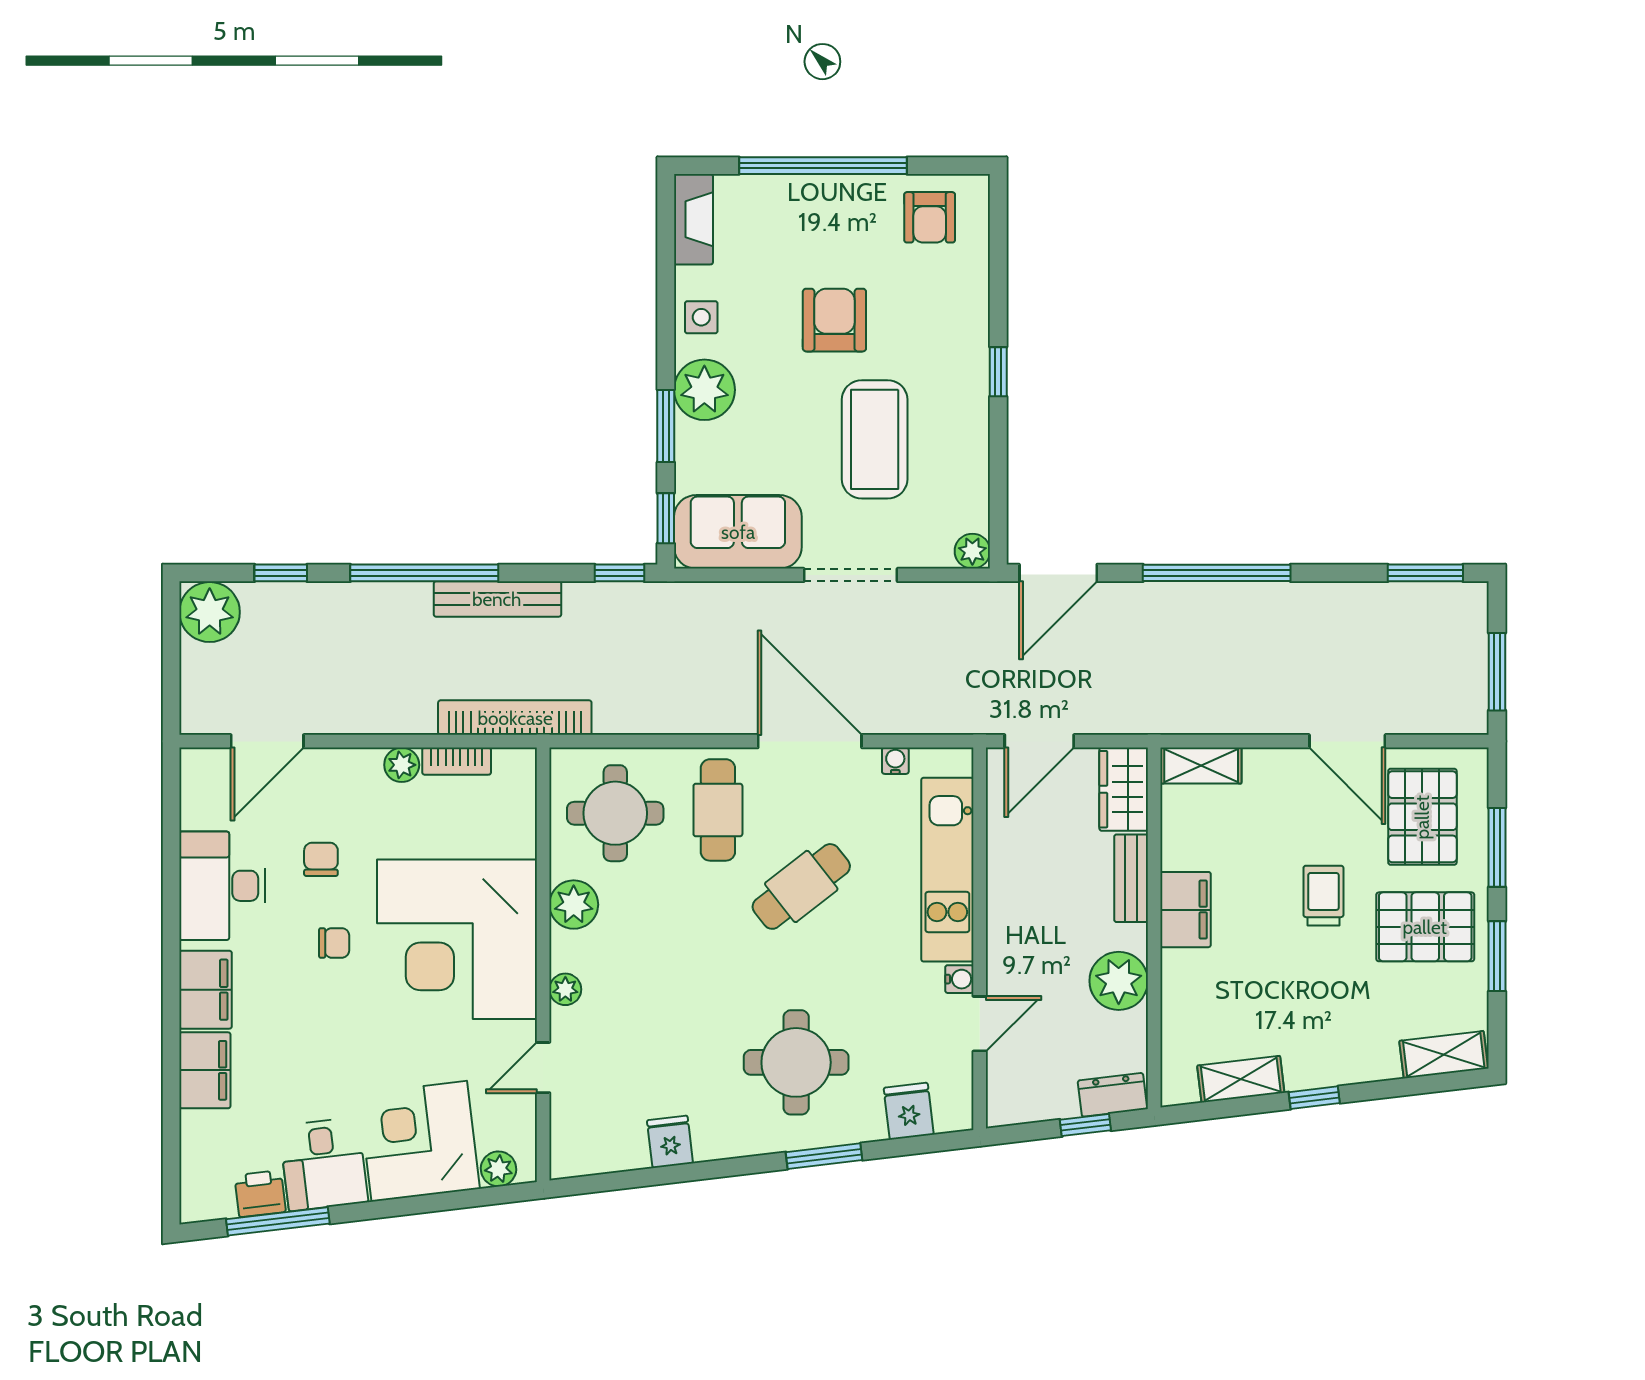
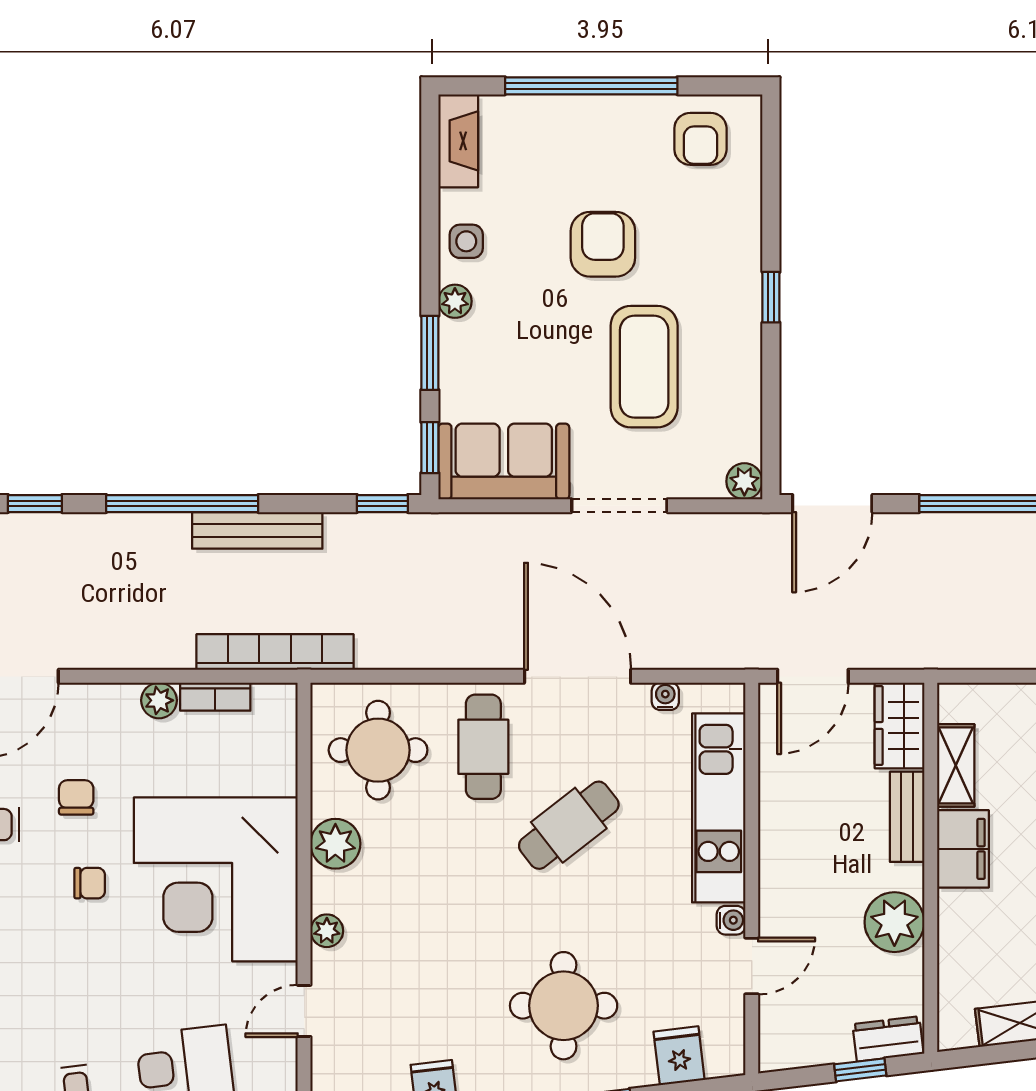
plant: (704, 390) -> (455, 301), width x0.53, depth x0.53
shelving: (1201, 766) -> (956, 765), moved, turned 90

